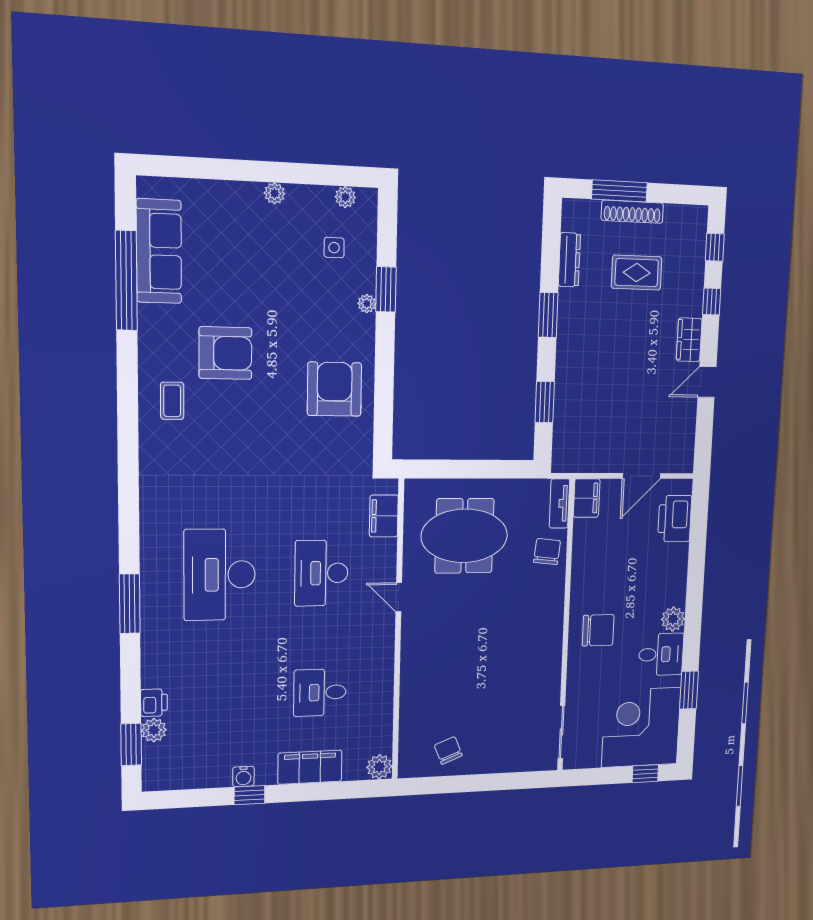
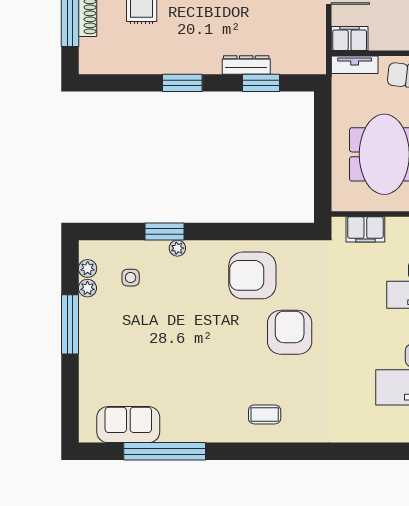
window: (280, 172) -> (70, 324), added
plant: (275, 193) -> (87, 288), moved
sofa: (159, 251) -> (128, 425), width x0.73
dresser: (569, 260) -> (246, 65), moved
armchair: (225, 353) -> (290, 332), moved

